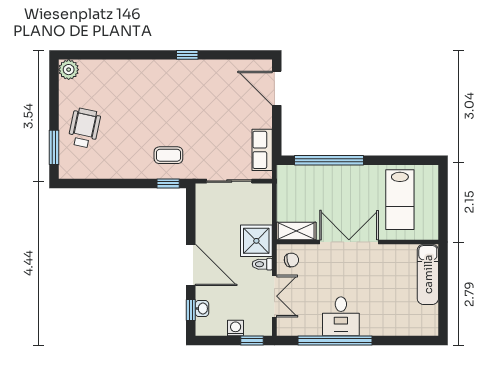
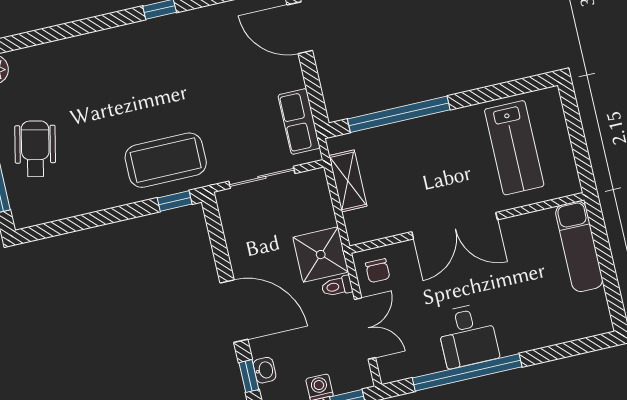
coffee table: (168, 155) -> (166, 160), width x1.86, depth x1.72
shelving: (296, 231) -> (348, 181), moved, turned 90
double door: (349, 242) -> (455, 226), swing flipped
chair: (291, 260) -> (378, 271), turned 103

